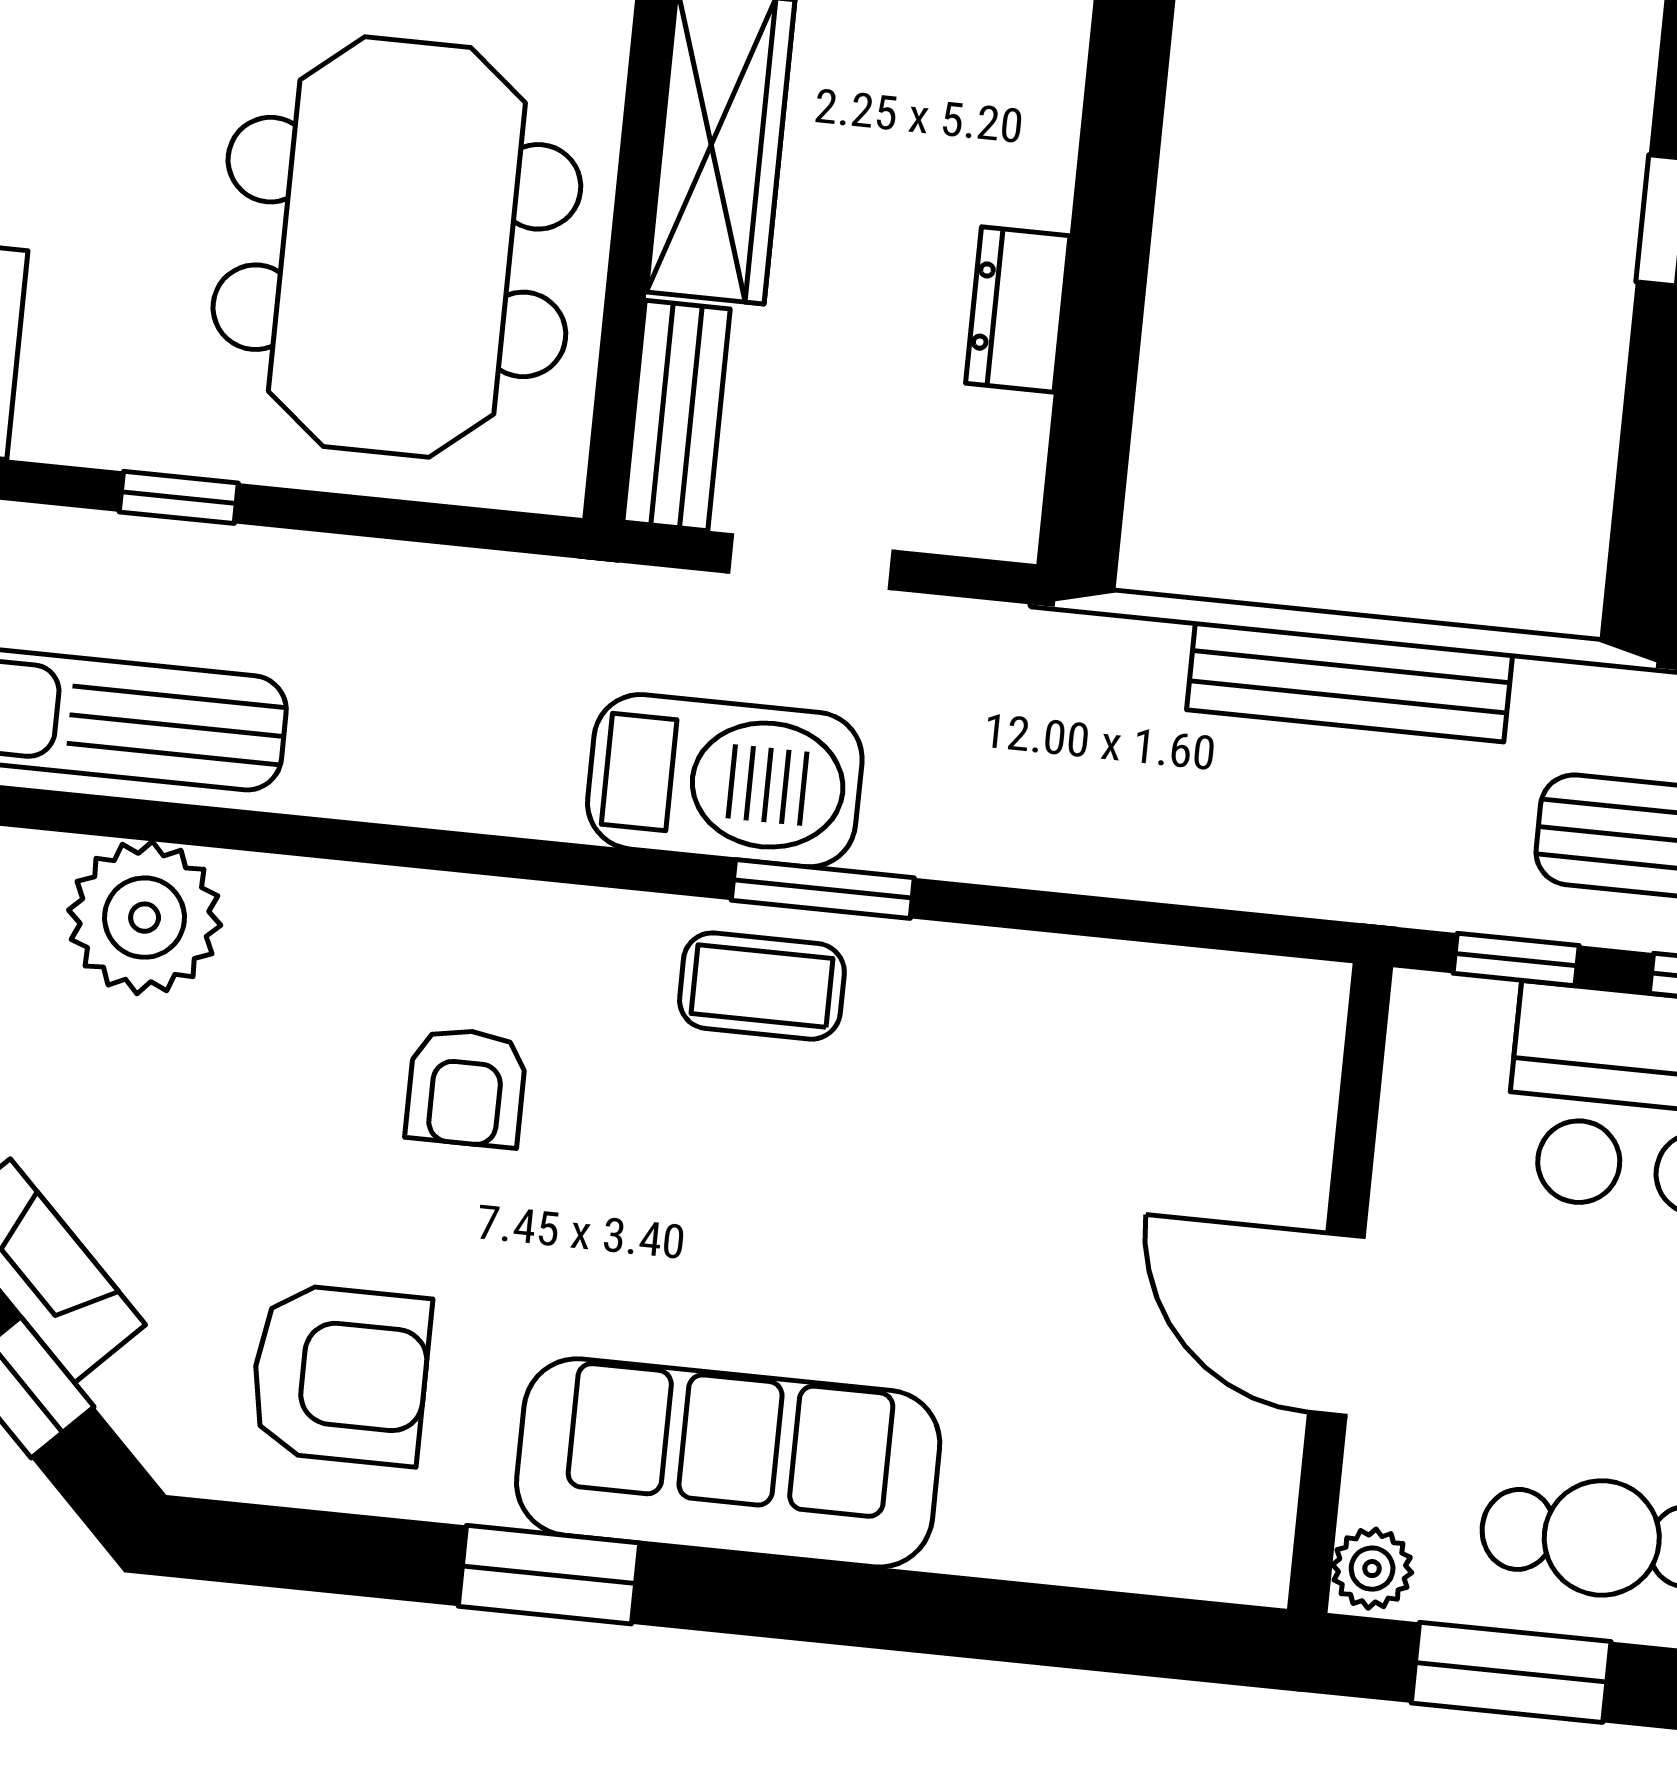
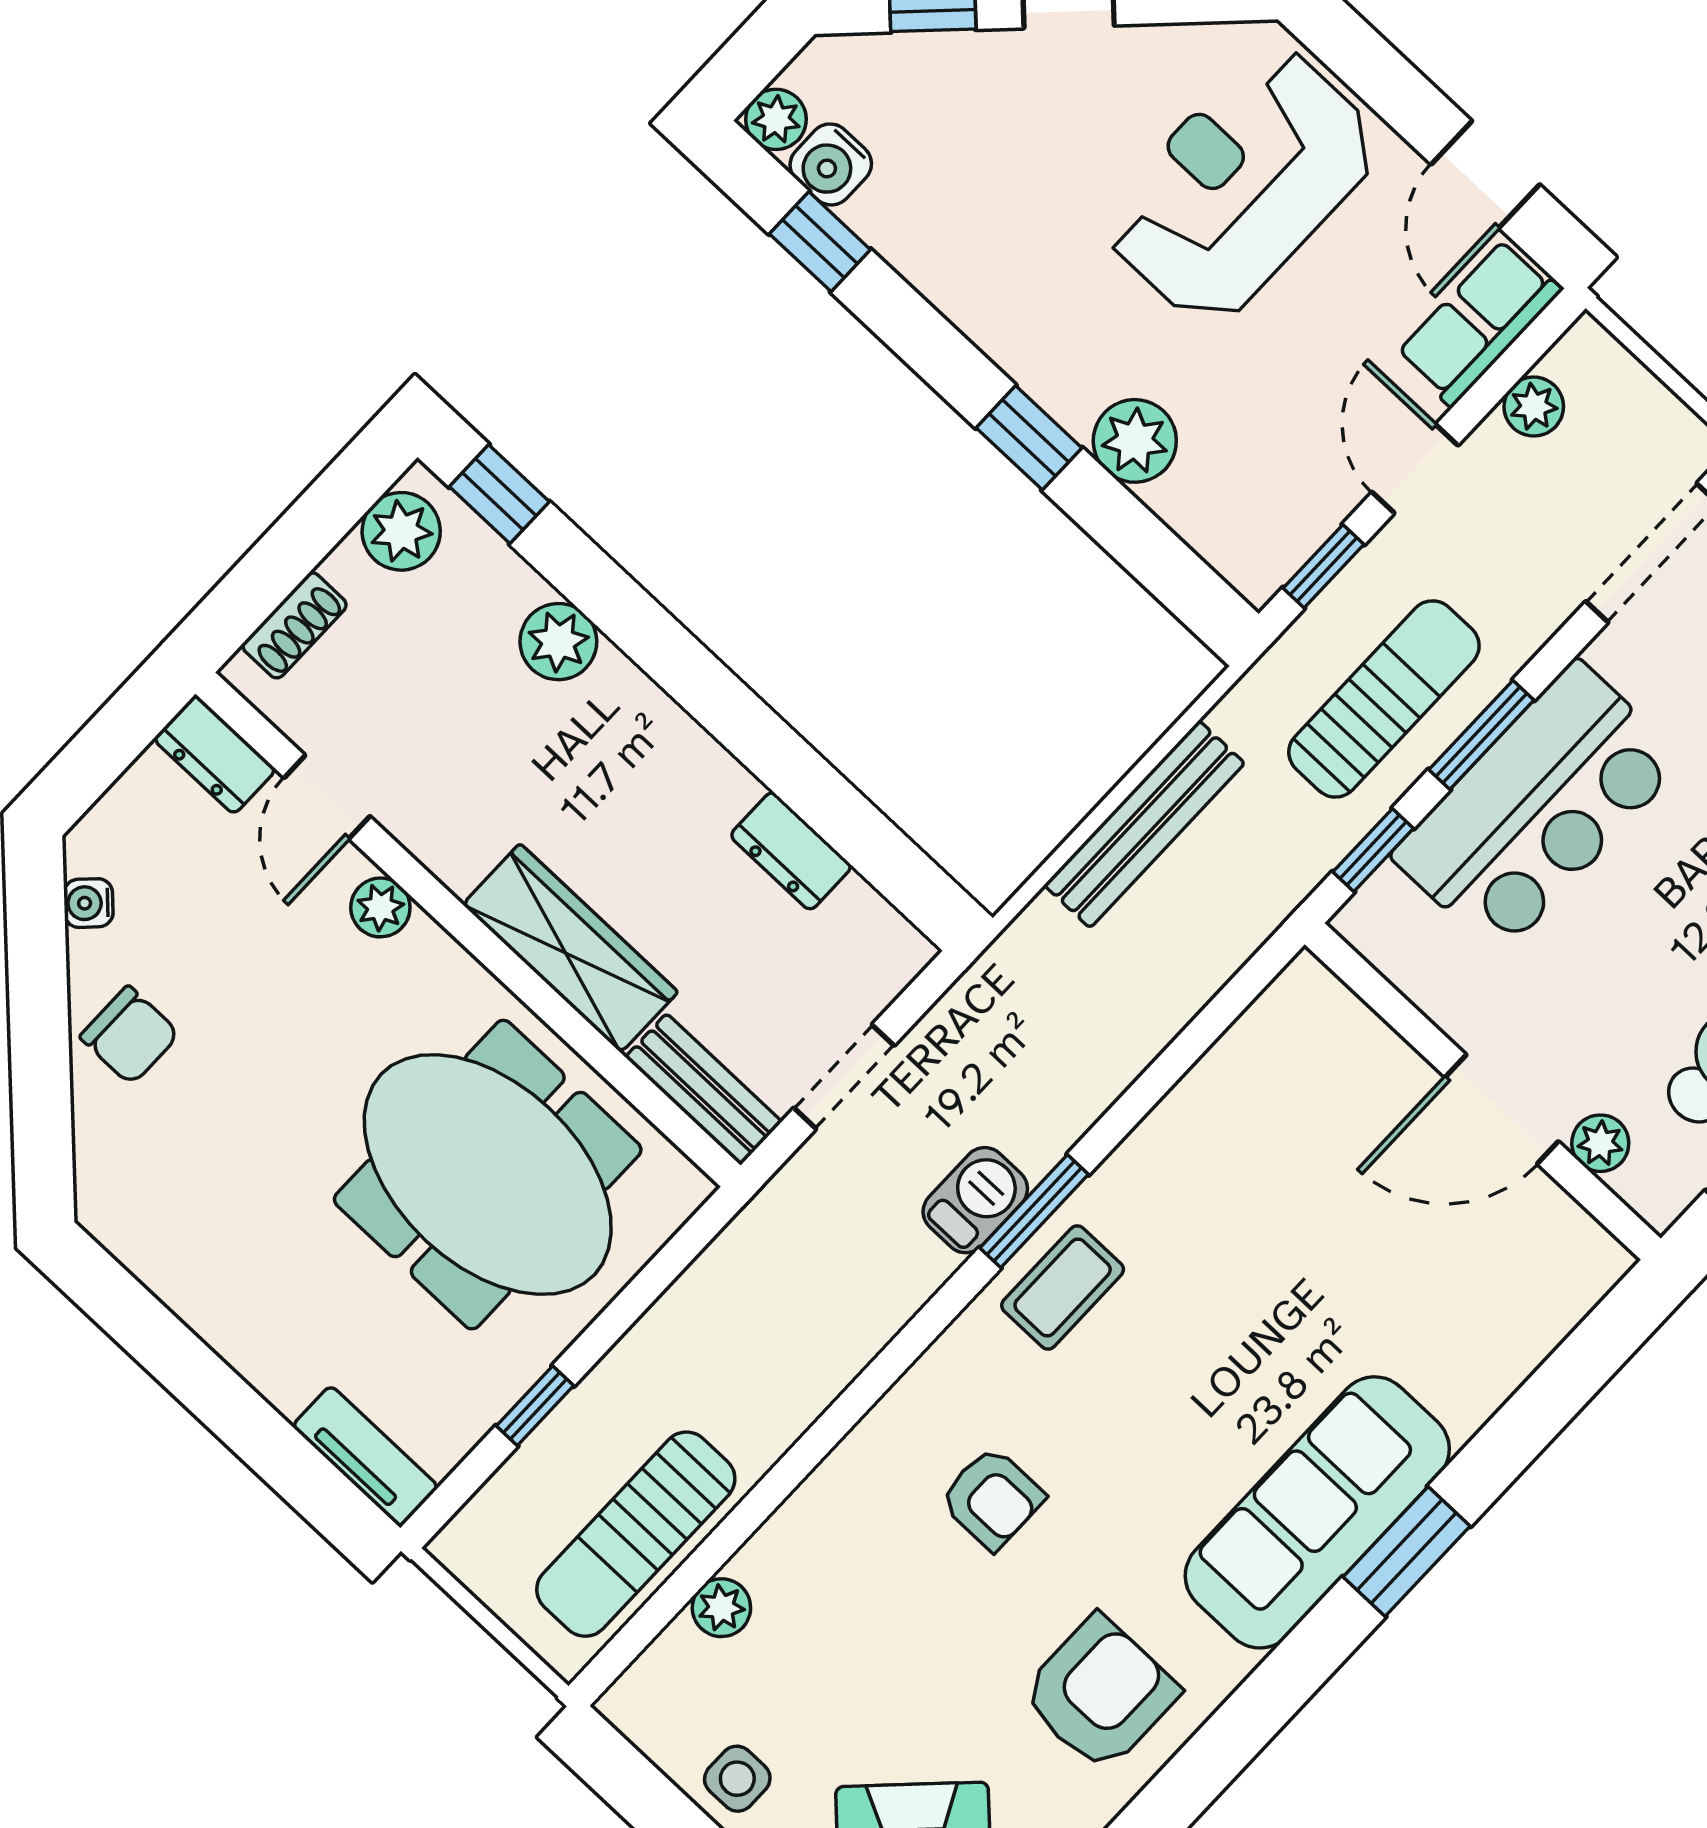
barbecue: (725, 781) -> (975, 1200), width x0.53, depth x0.65
plant: (145, 918) -> (721, 1608), width x0.53, depth x0.53
plant: (1372, 1569) -> (1600, 1143), moved
window: (549, 1575) -> (1407, 1551), moved

